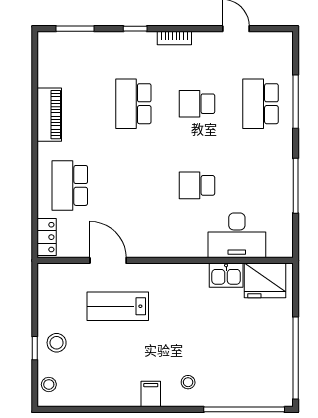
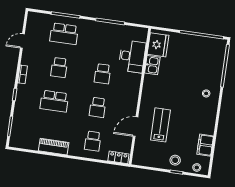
school desk: (70, 185) -> (93, 141), width x0.54
school desk: (133, 185) -> (98, 107), added
lab bench: (118, 306) -> (160, 125), turned 180
filing cabinet: (151, 394) -> (205, 145), moved, width x2.00

